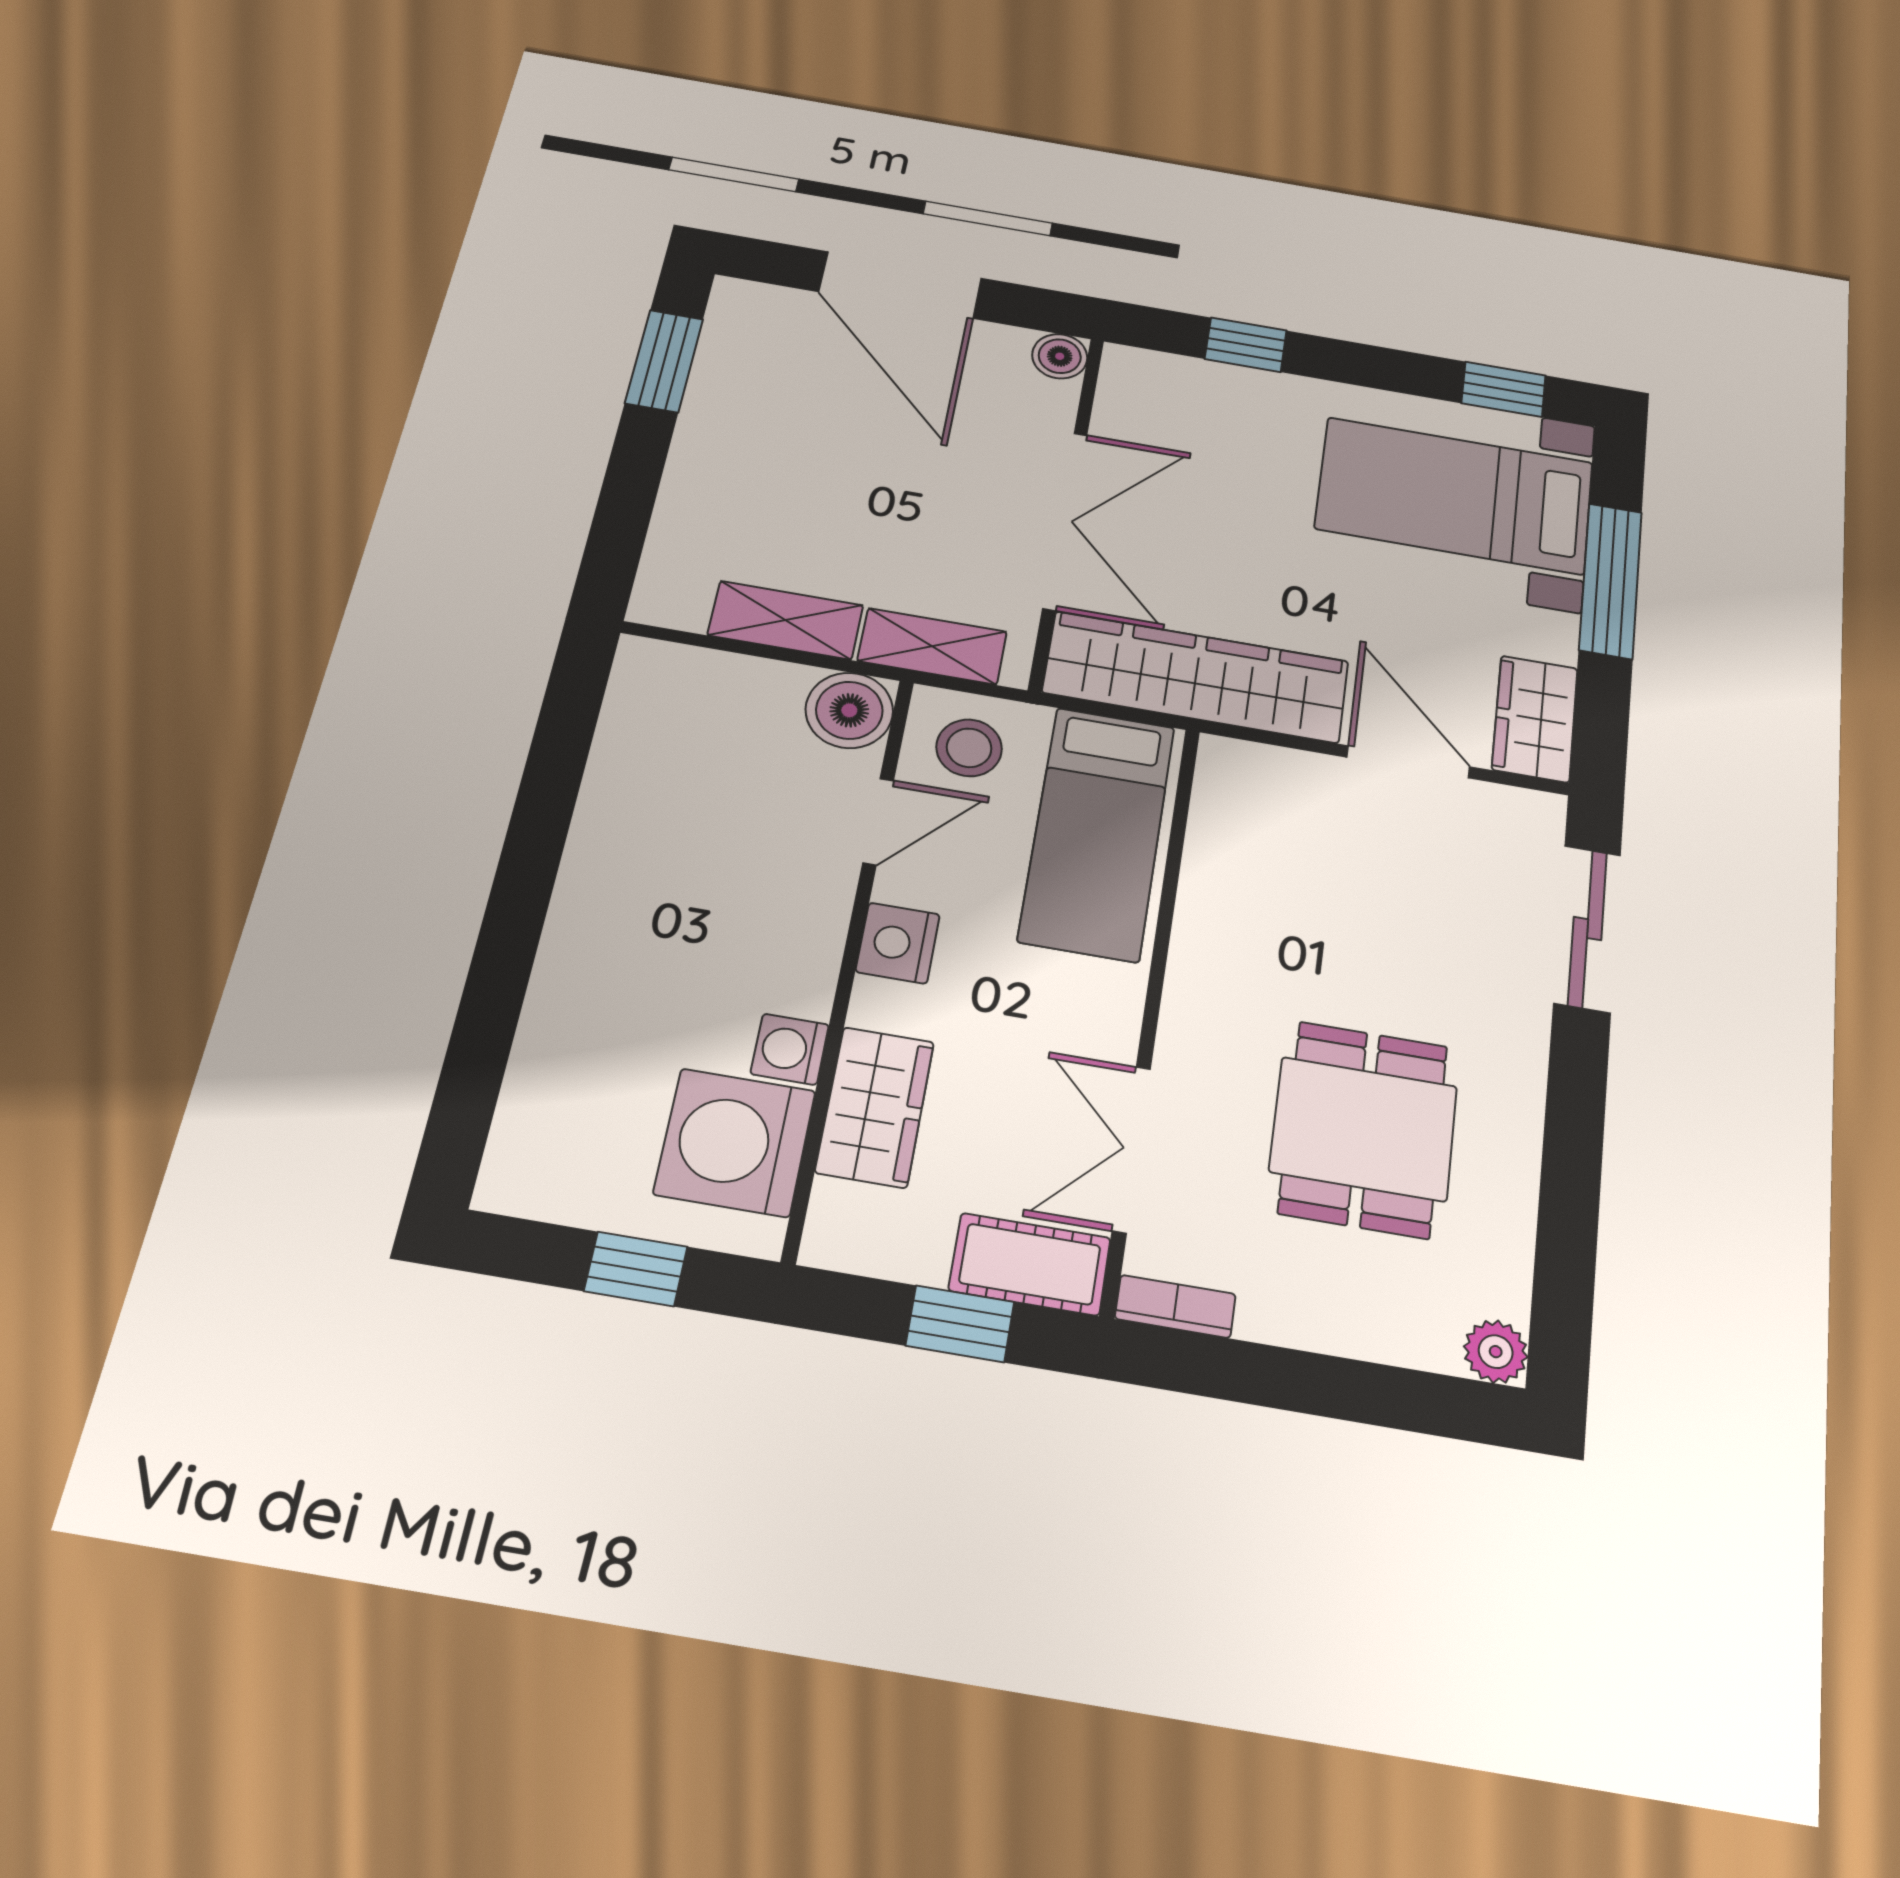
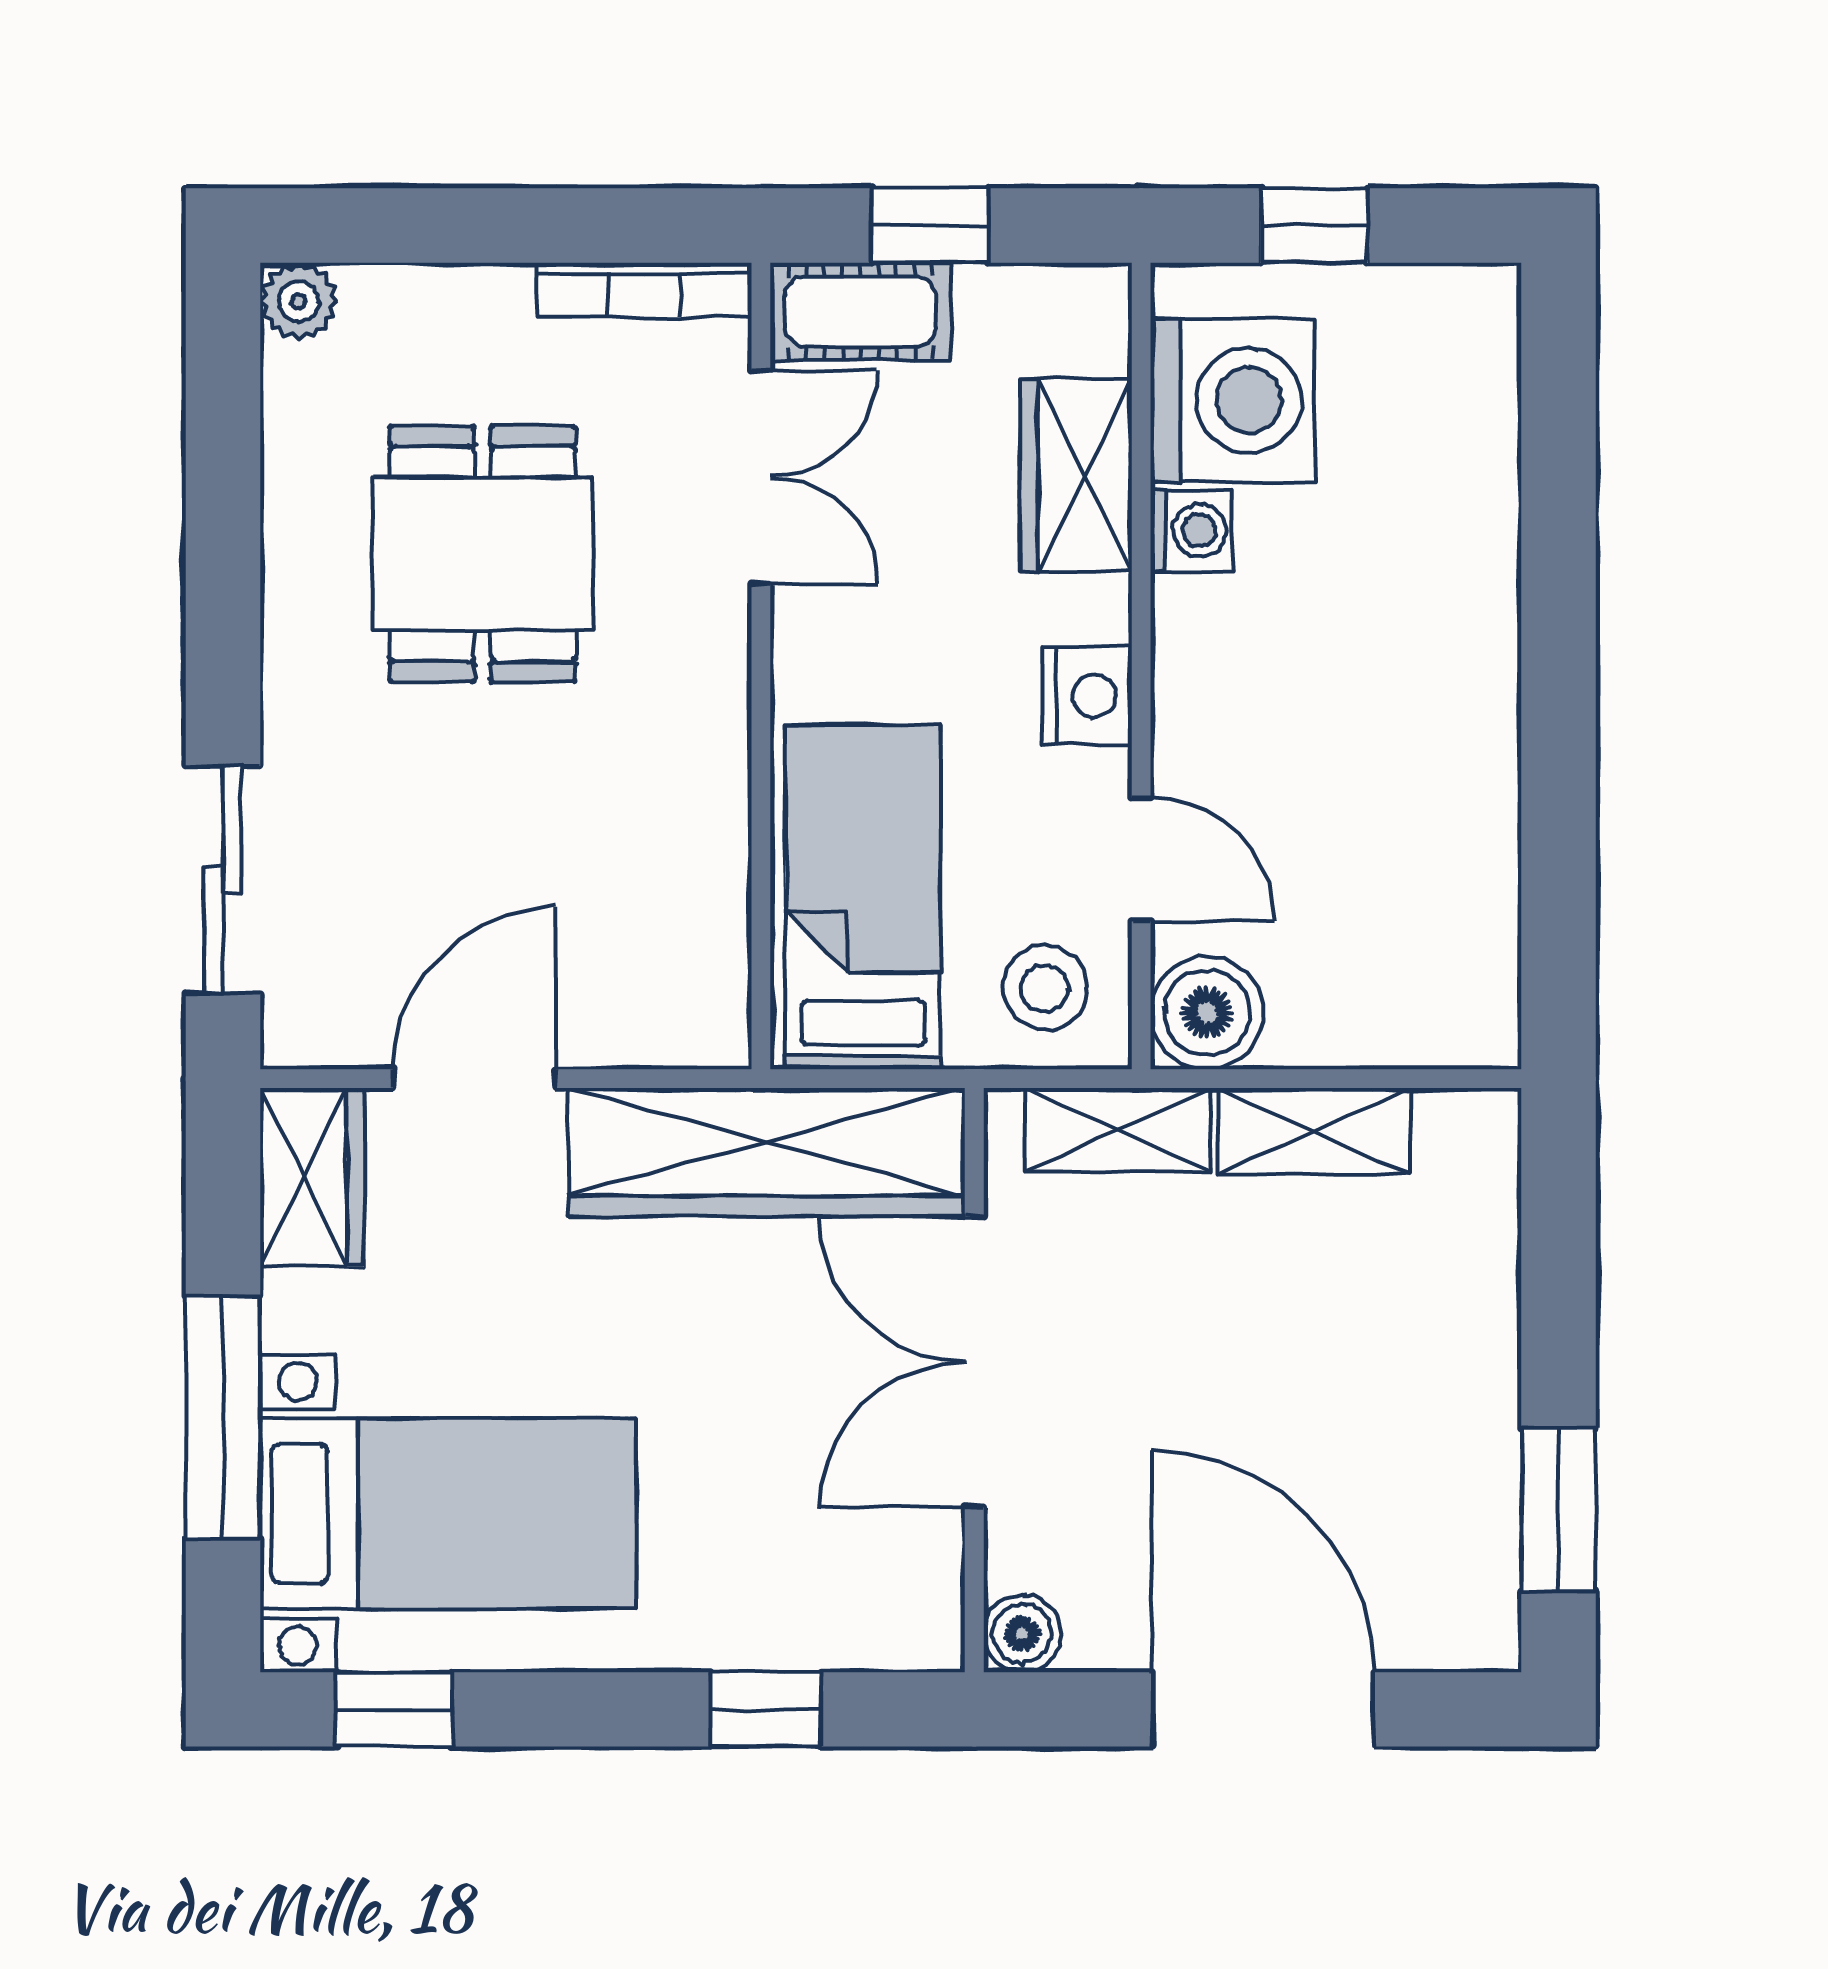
door: (1408, 762) -> (474, 1079), swing flipped
door: (878, 822) -> (1141, 860), swing flipped
bookcase: (1175, 1306) -> (644, 290), width x1.56

